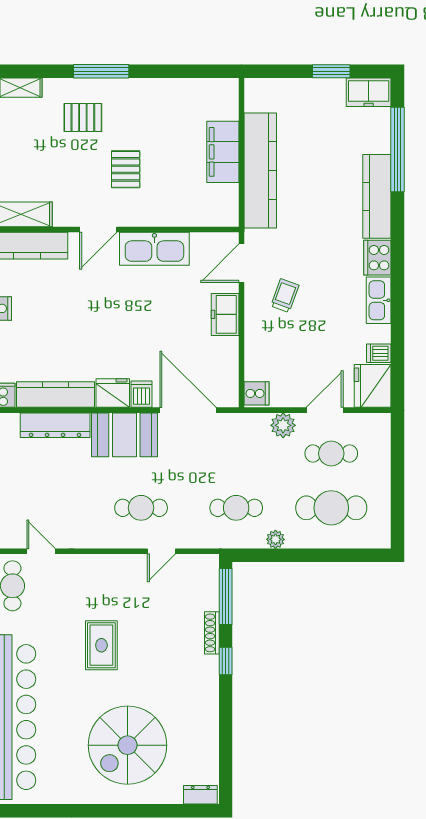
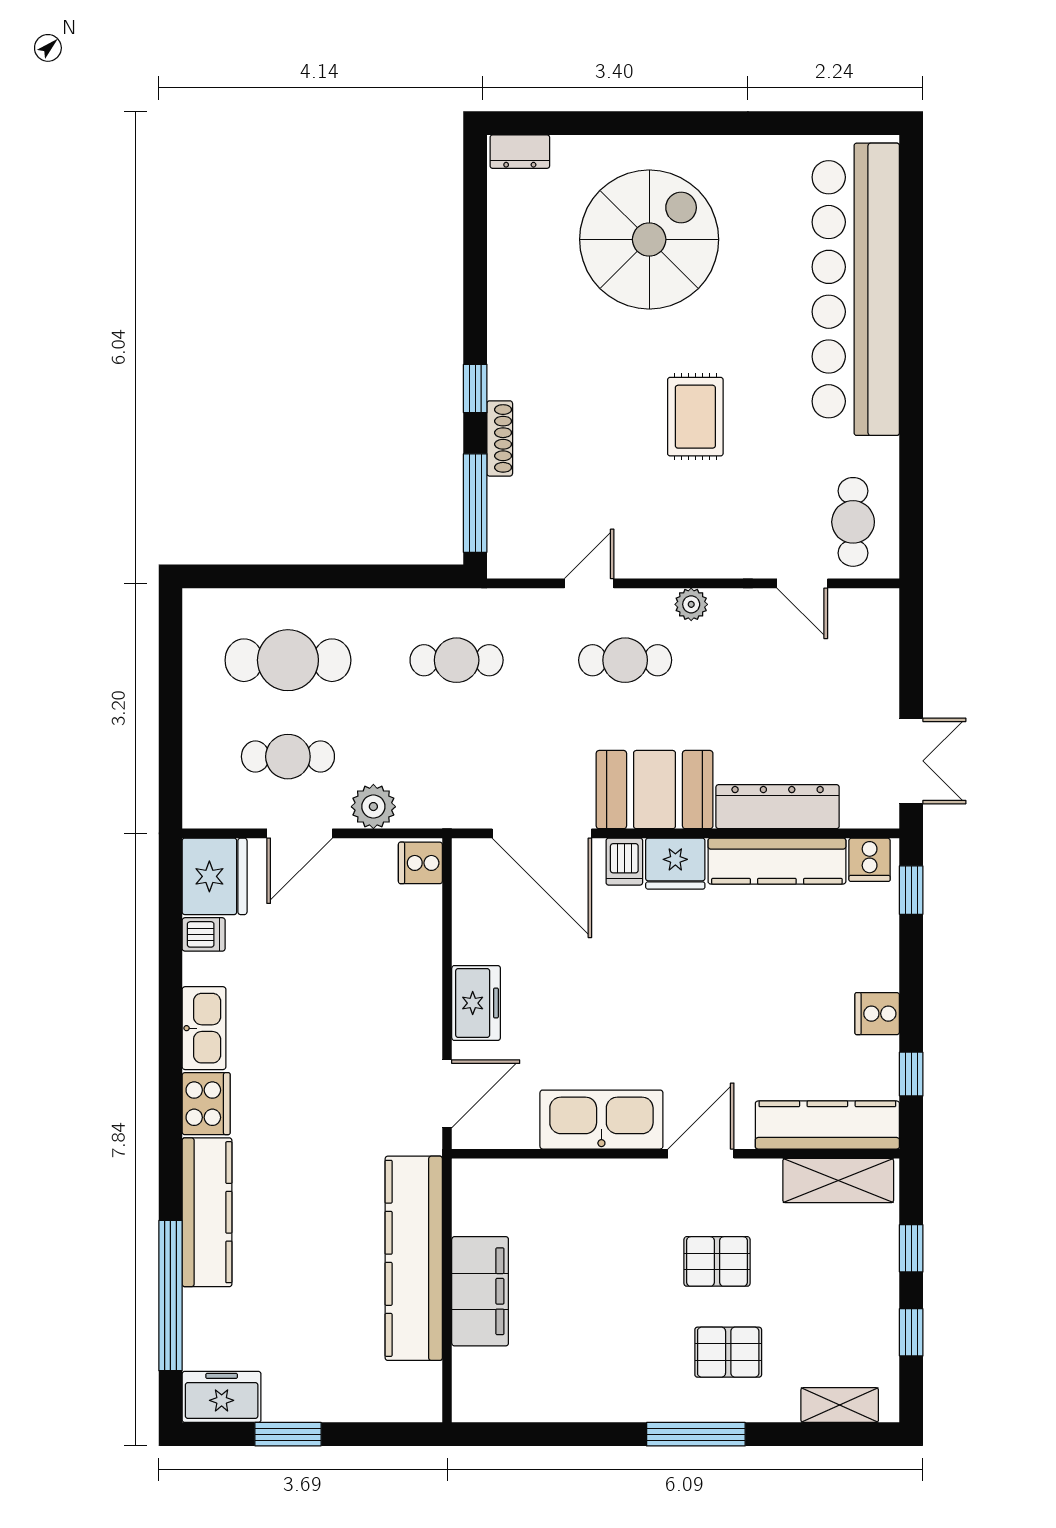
pallet: (126, 169) -> (717, 1261), moved, turned 90
trolley: (285, 296) -> (370, 1036), removed
plant: (275, 539) -> (691, 604), moved

